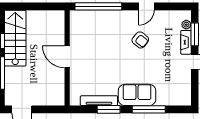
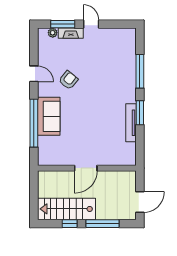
door: (67, 57) -> (86, 168), moved
wall: (67, 58) -> (87, 168), moved
sofa: (137, 95) -> (49, 116), moved, turned 180

